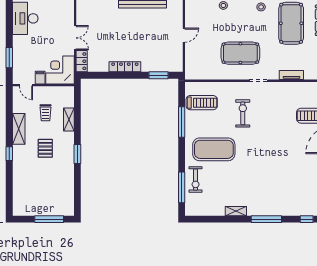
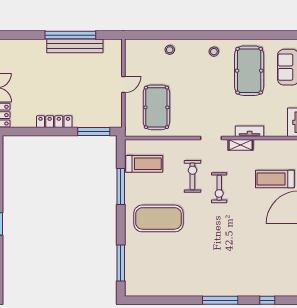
pool table: (240, 53) -> (156, 107), moved, turned 90
window: (159, 75) -> (94, 132), width x1.44
exercise bike: (196, 180) -> (219, 188), moved
shelving: (236, 211) -> (241, 145), moved

